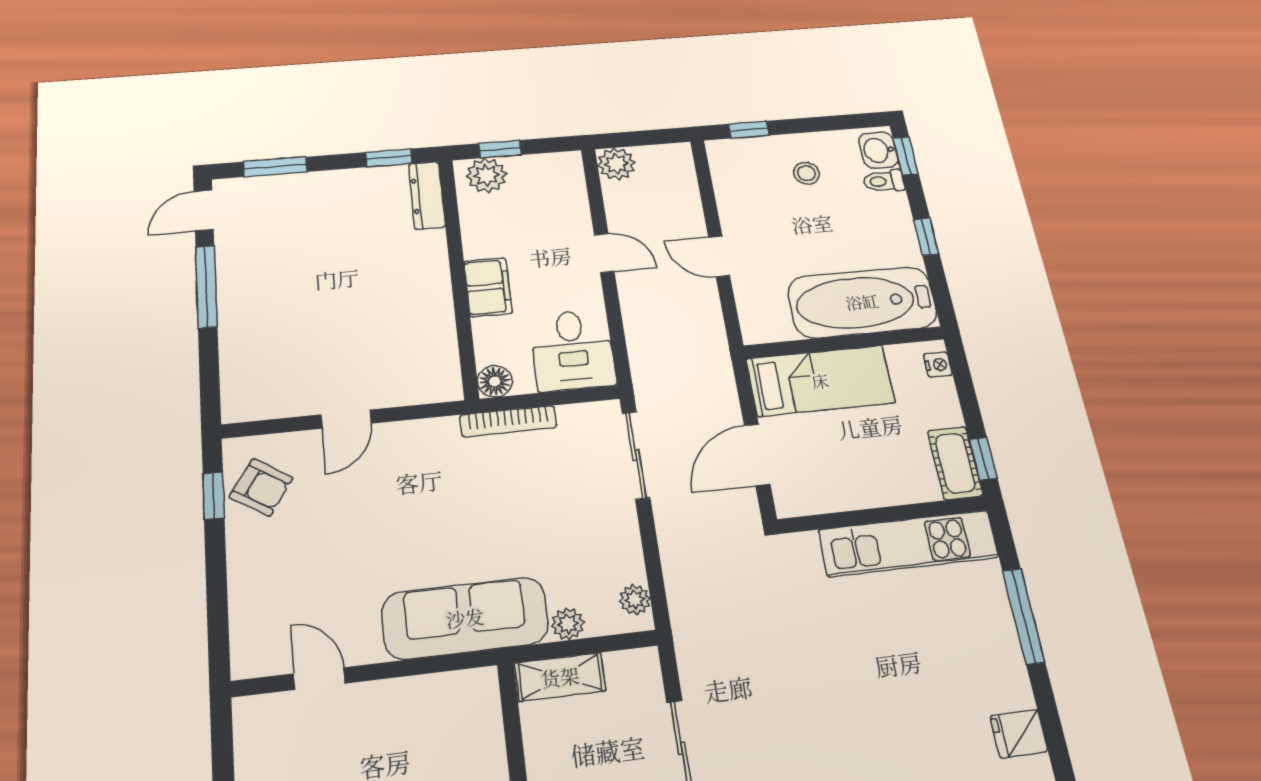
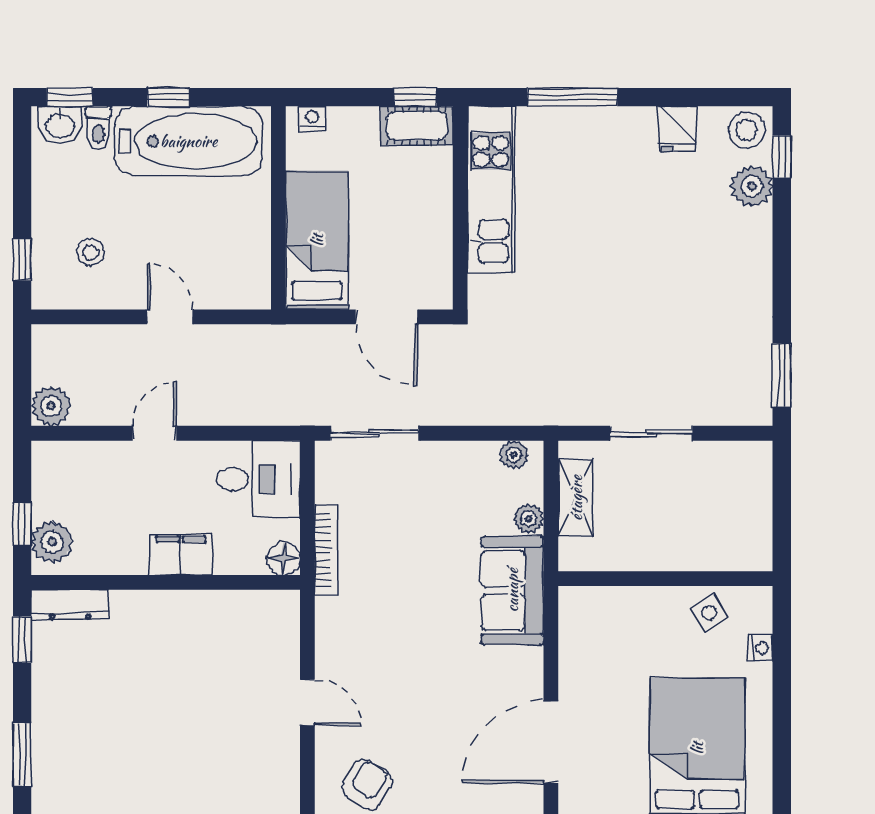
stool: (807, 173) -> (91, 252), moved
door: (719, 256) -> (170, 317), swing flipped
bathtub: (862, 302) -> (189, 141), moved, turned -90
sofa: (465, 618) -> (512, 590), width x0.73
shelving: (560, 677) -> (576, 498), moved
door: (319, 678) -> (551, 742), width x1.88

